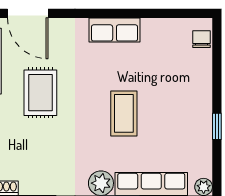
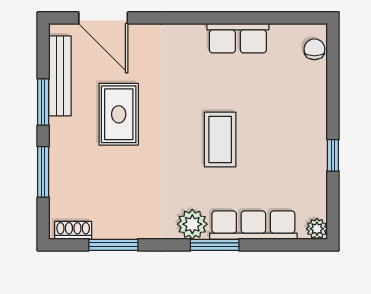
row of seats: (115, 30) -> (238, 38), moved

